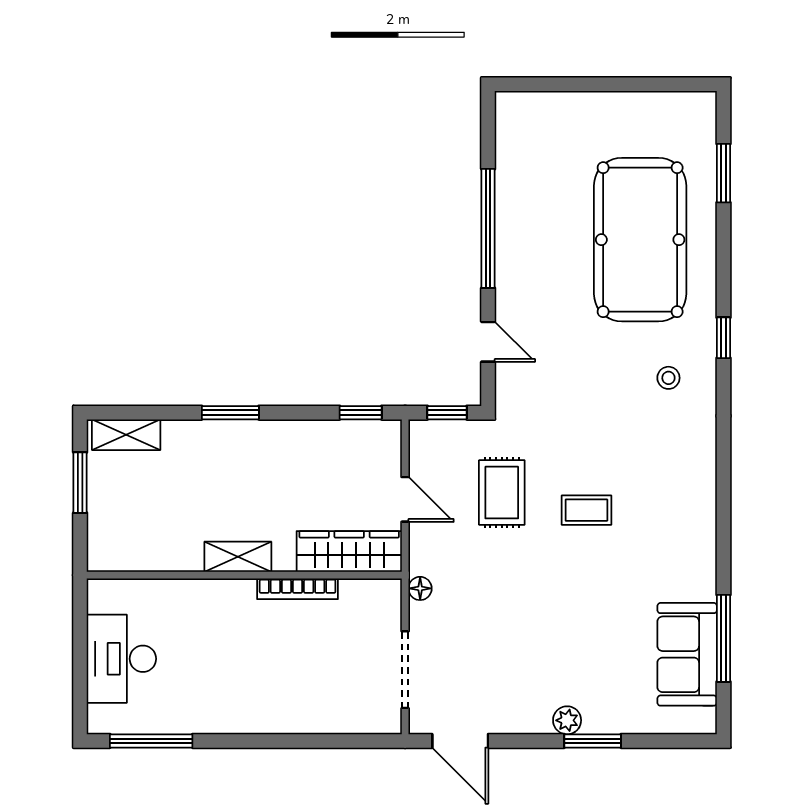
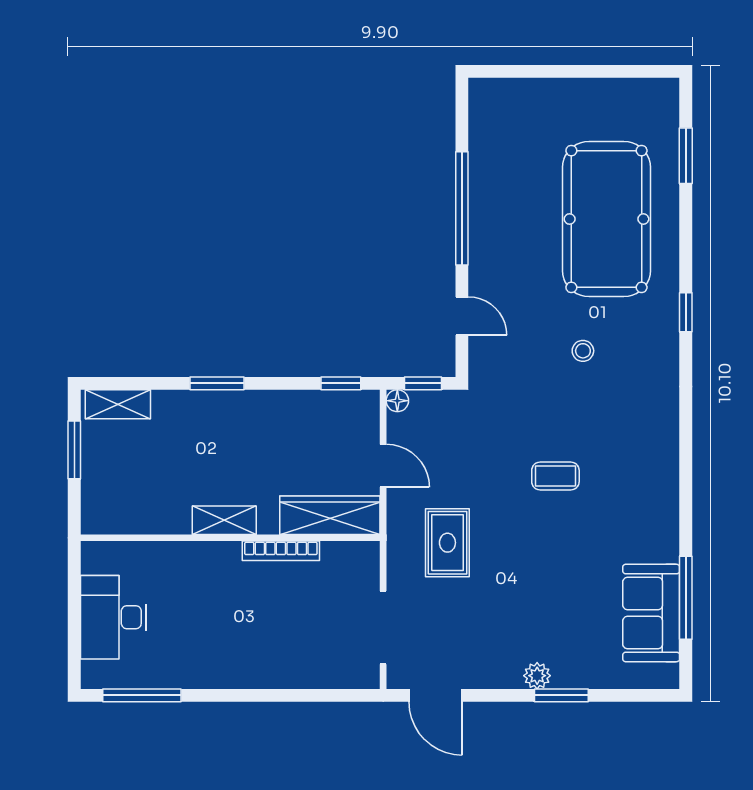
stool: (668, 378) -> (583, 351), moved
rug: (502, 493) -> (447, 543), moved
floor lamp: (420, 588) -> (397, 401), moved

